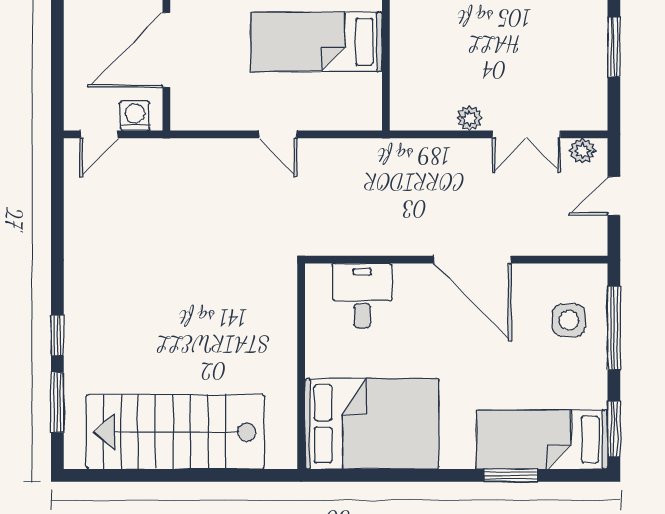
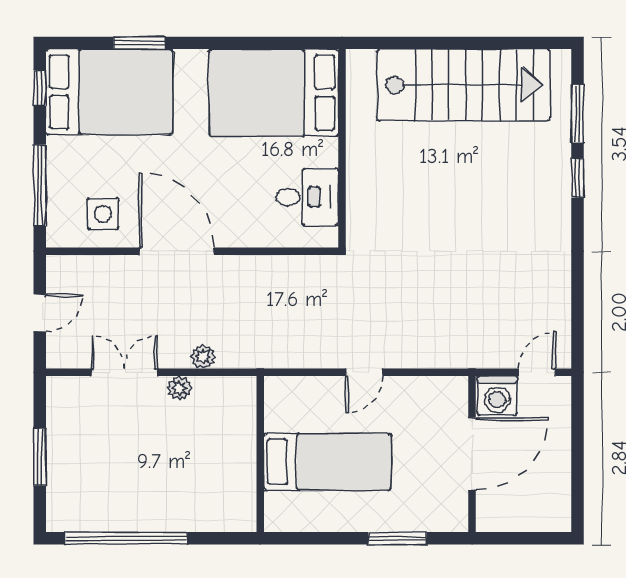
washing machine: (135, 116) -> (497, 396), width x1.38, depth x1.38
door: (278, 134) -> (364, 372), swing flipped
plant: (582, 151) -> (203, 357), moved
desk: (362, 296) -> (307, 197), moved, turned -90
side table: (569, 320) -> (103, 214), moved
window: (614, 429) -> (40, 88), width x0.67
bed: (542, 440) -> (109, 92), width x1.50

